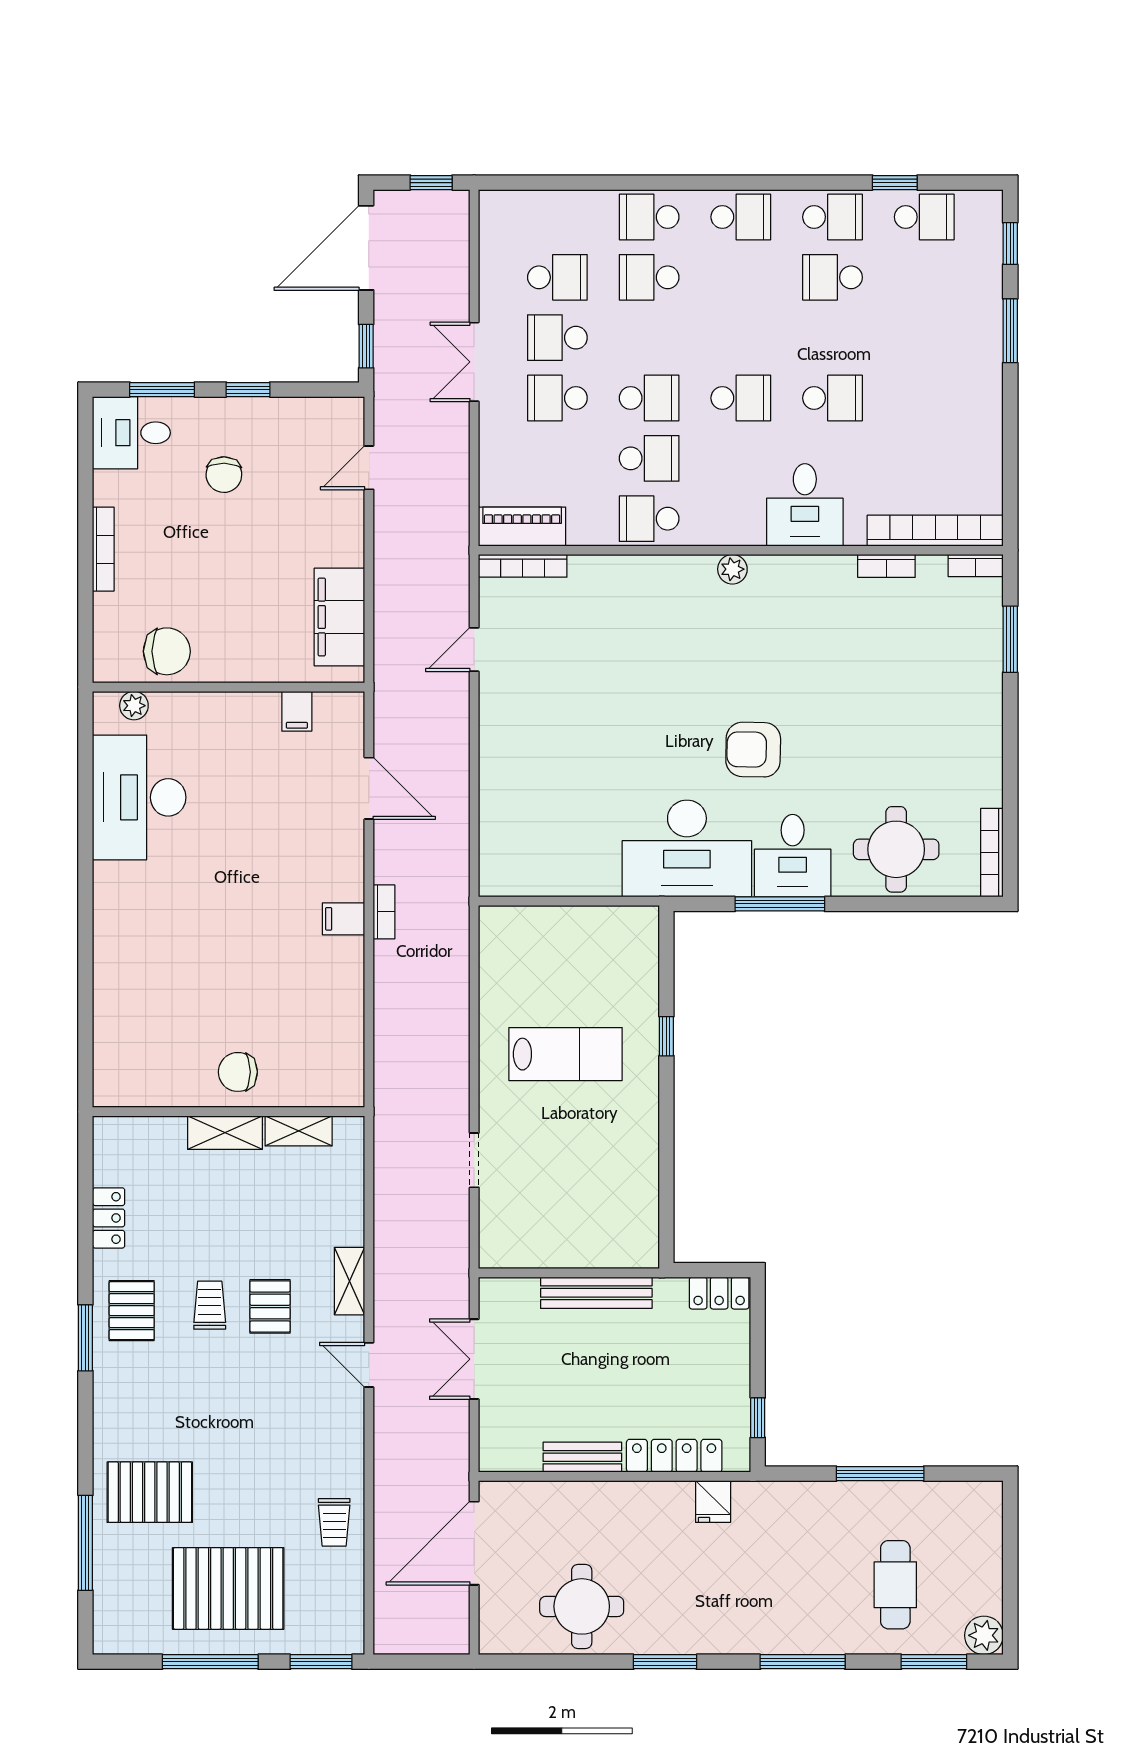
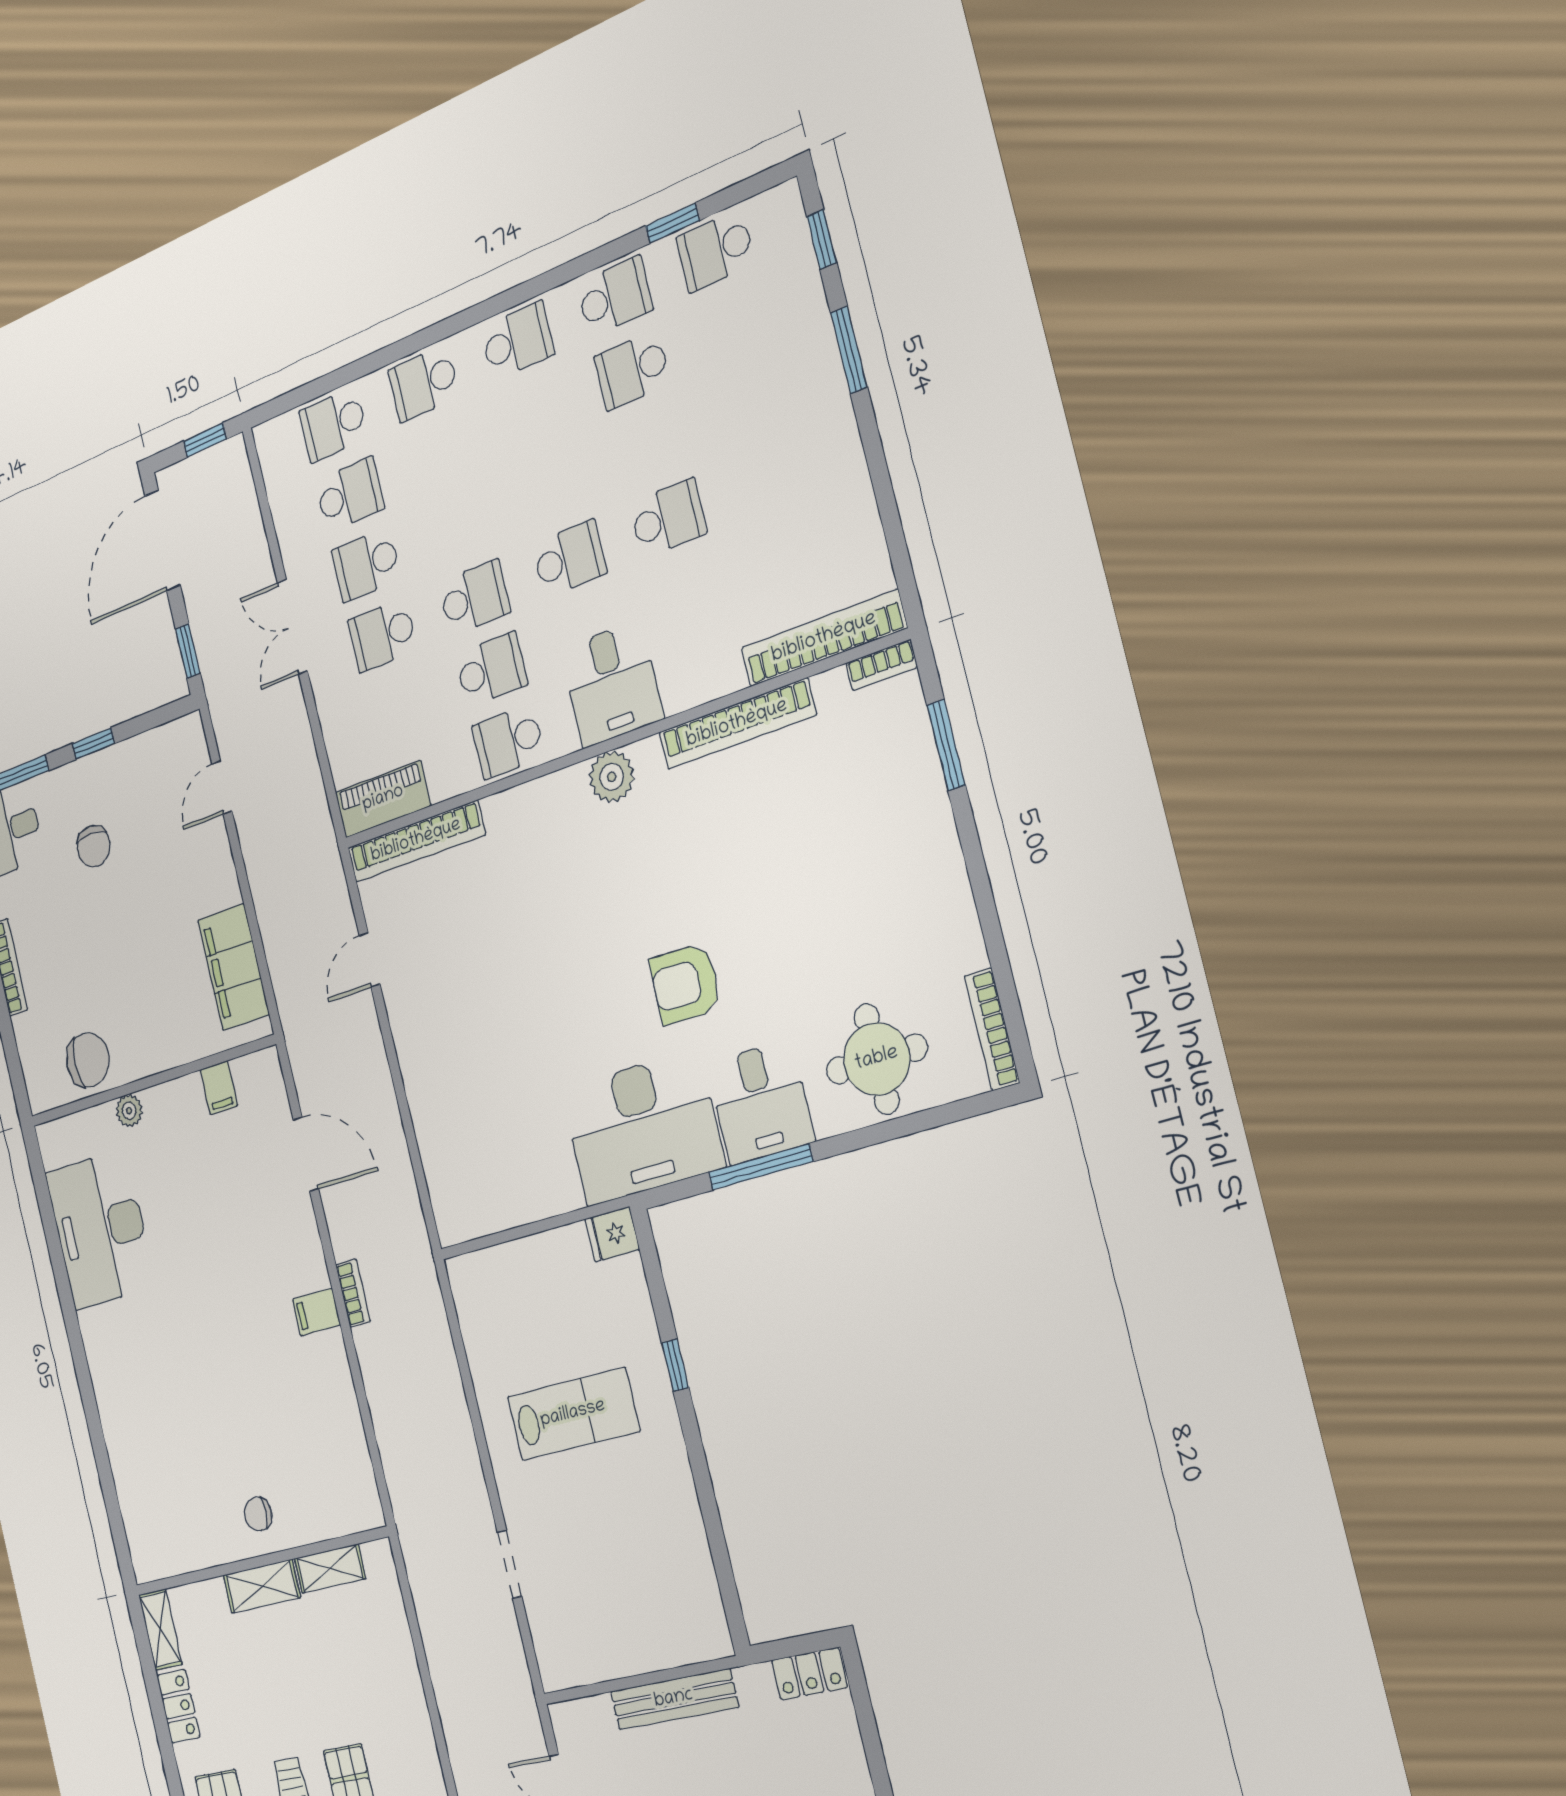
school desk: (924, 217) -> (715, 251), turned 180
school desk: (649, 277) -> (333, 425), moved
desk: (805, 505) -> (612, 684), moved
bookcase: (523, 566) -> (416, 841), width x1.48, depth x1.31
bookcase: (886, 566) -> (737, 724), width x2.31, depth x1.31
plant: (732, 569) -> (612, 777), width x1.38, depth x1.38
plant: (134, 706) -> (129, 1111), moved
fridge: (638, 923) -> (612, 1234), added
chair: (238, 1072) -> (258, 1514), width x0.73, depth x0.73
shelving: (350, 1281) -> (160, 1629), moved

